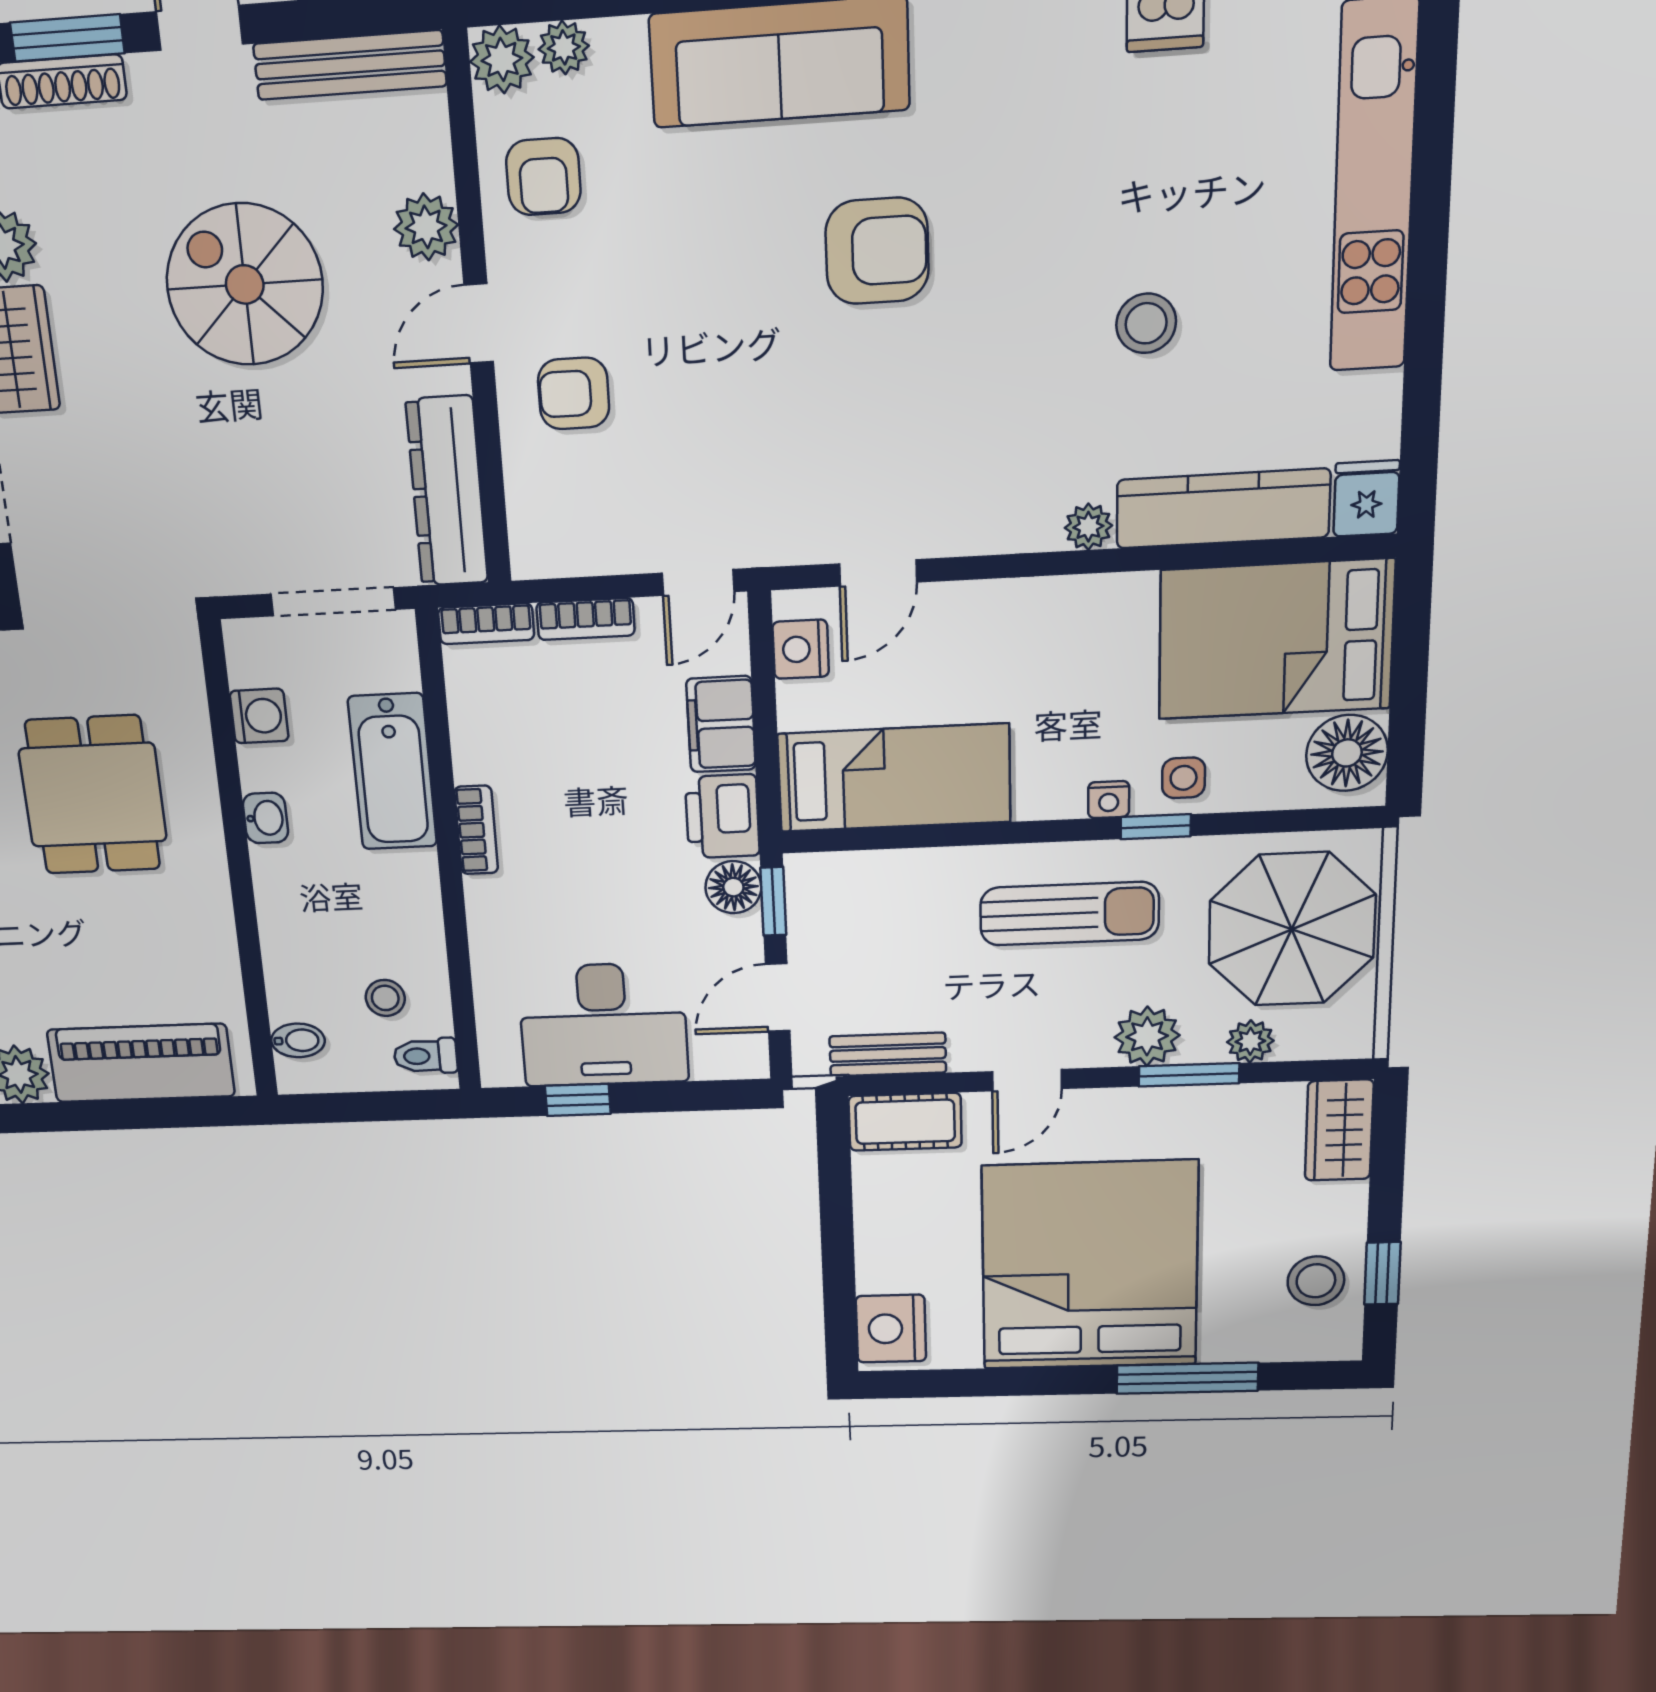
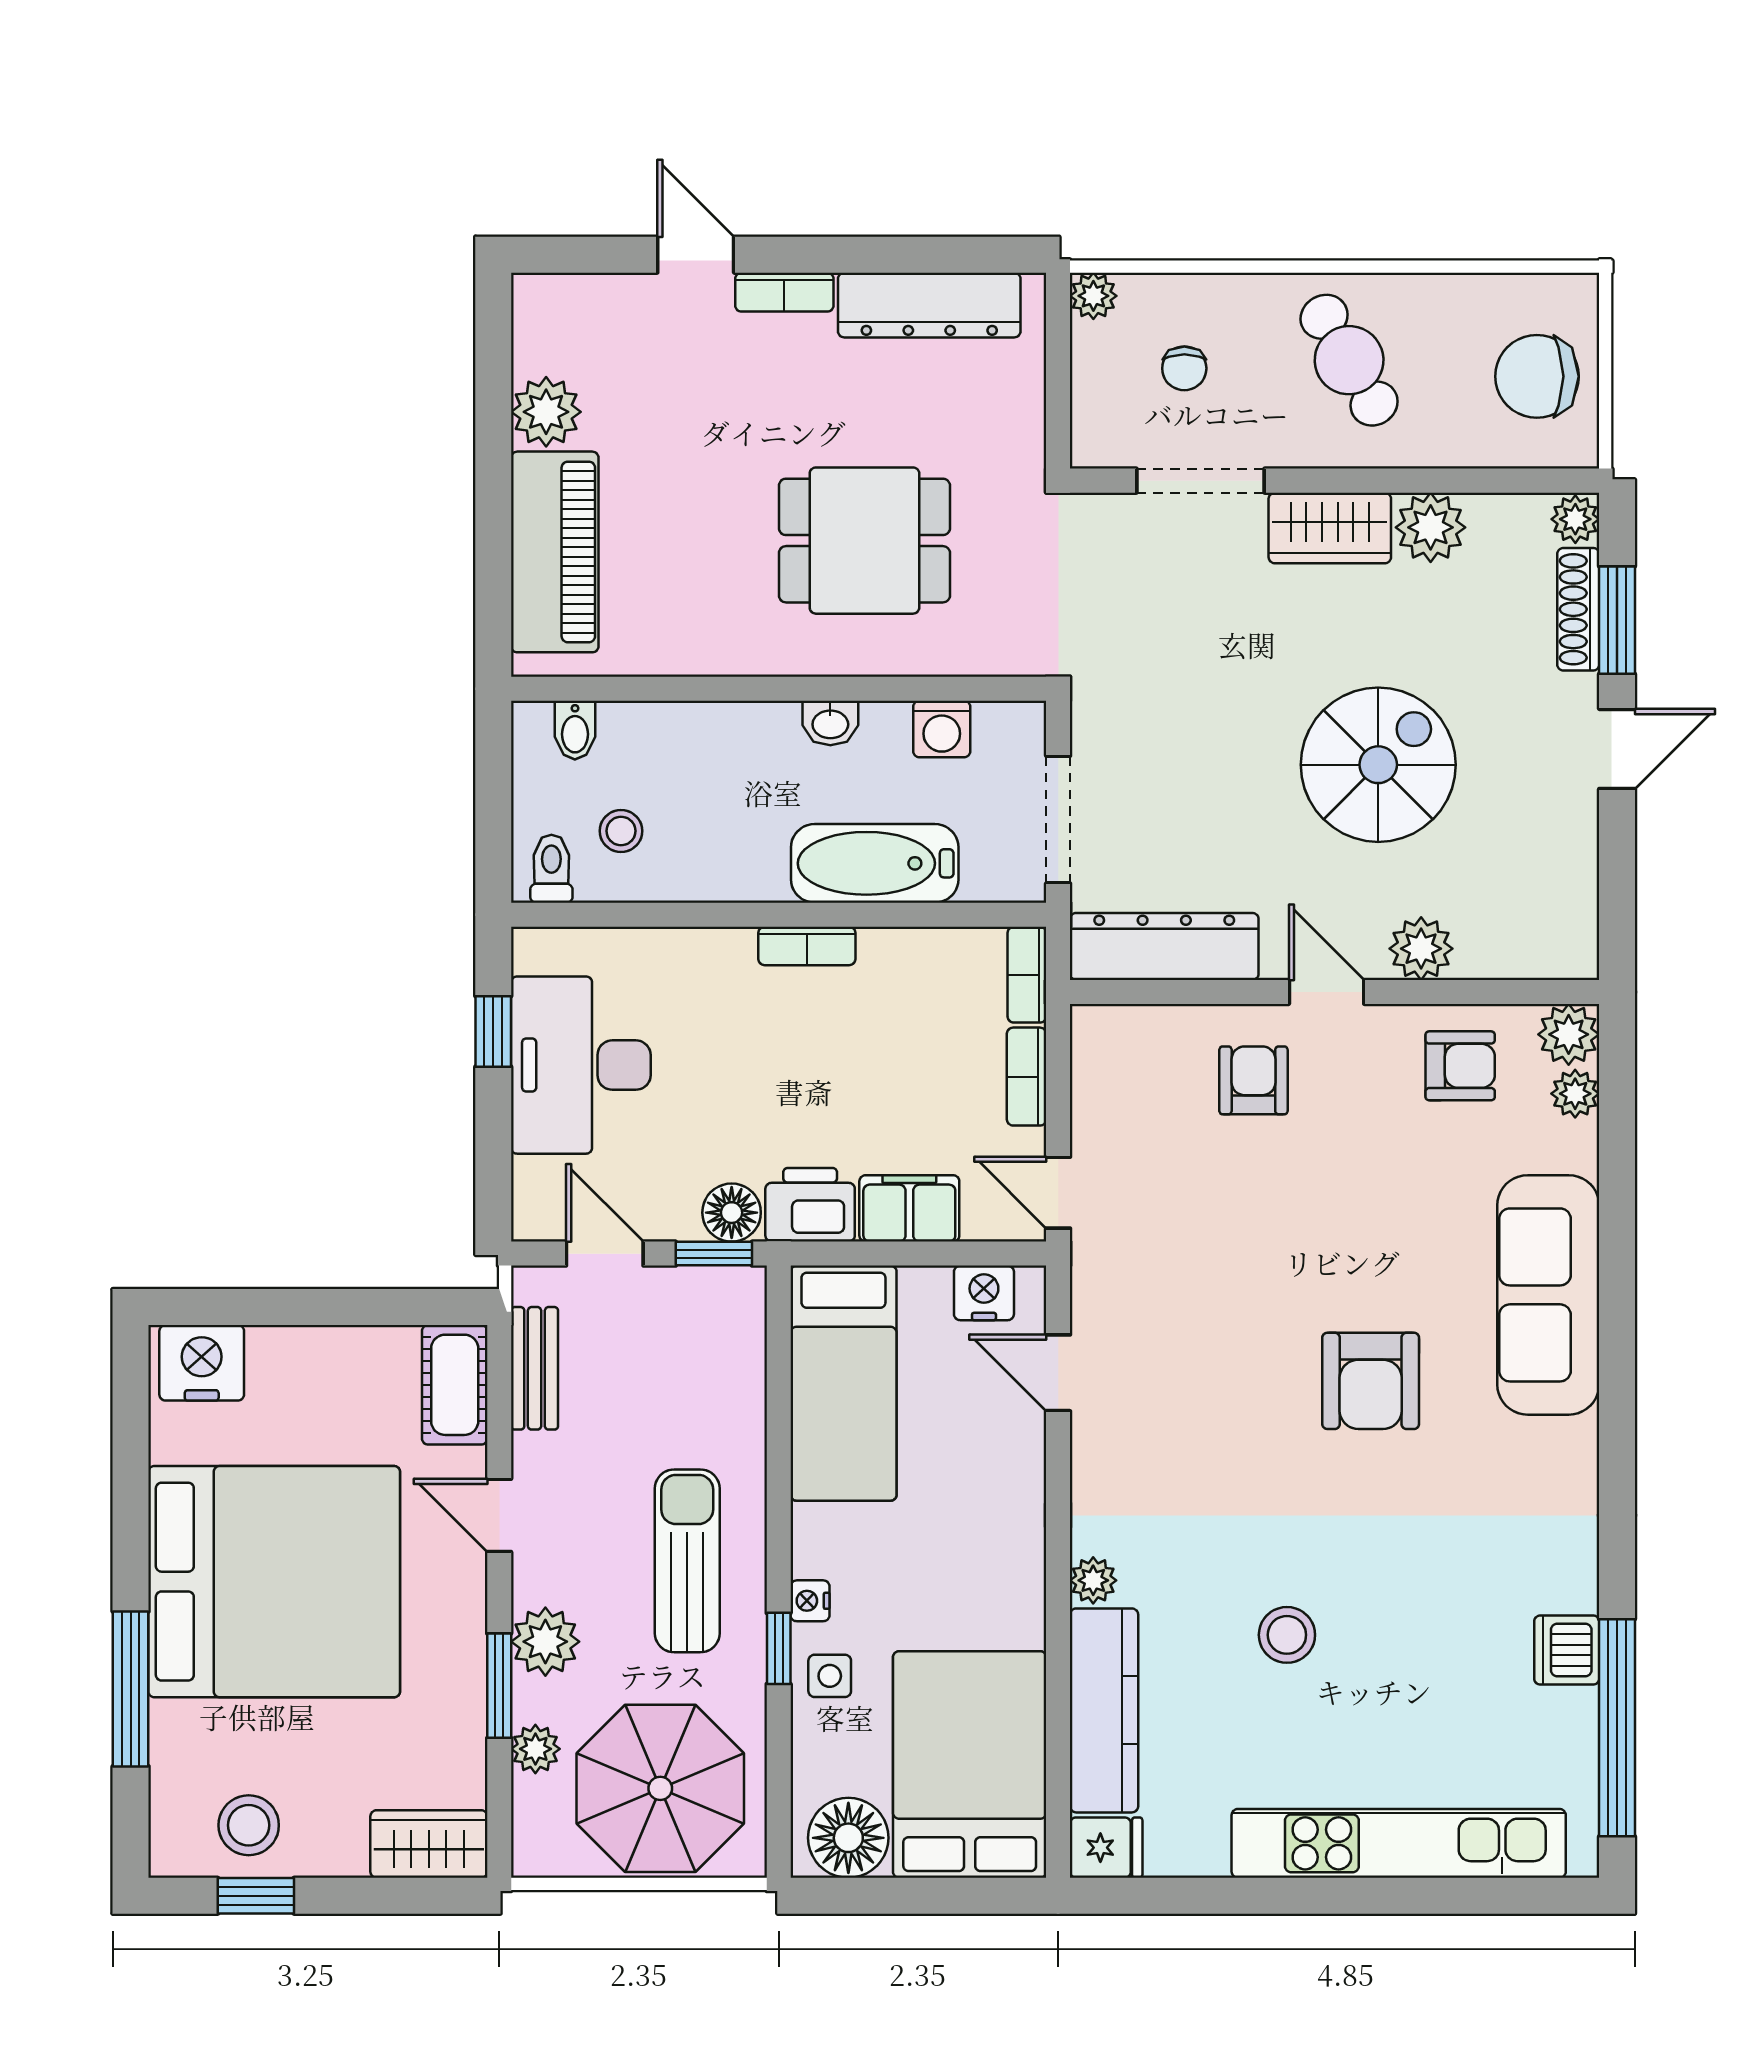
bench: (350, 65) -> (1574, 889), removed
armchair: (543, 177) -> (1460, 1066), turned 180
sun lounger: (1070, 914) -> (687, 1561), turned 180

